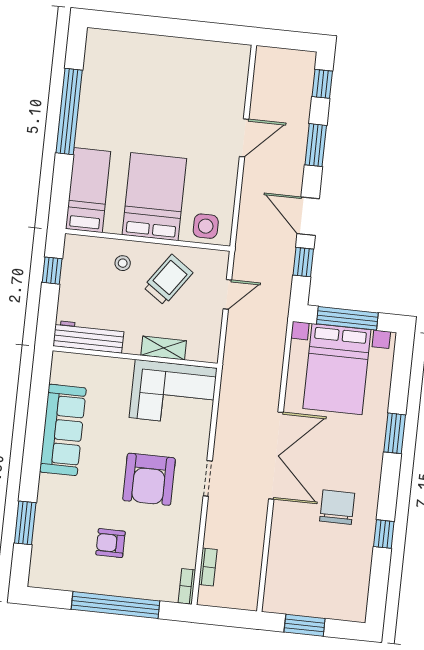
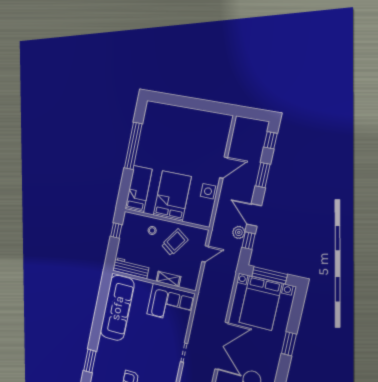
side table: (206, 226) -> (208, 191), moved
plant: (284, 249) -> (239, 232), added
sofa: (63, 430) -> (117, 308), width x1.36, depth x1.27
armchair: (149, 479) -> (154, 348), removed

